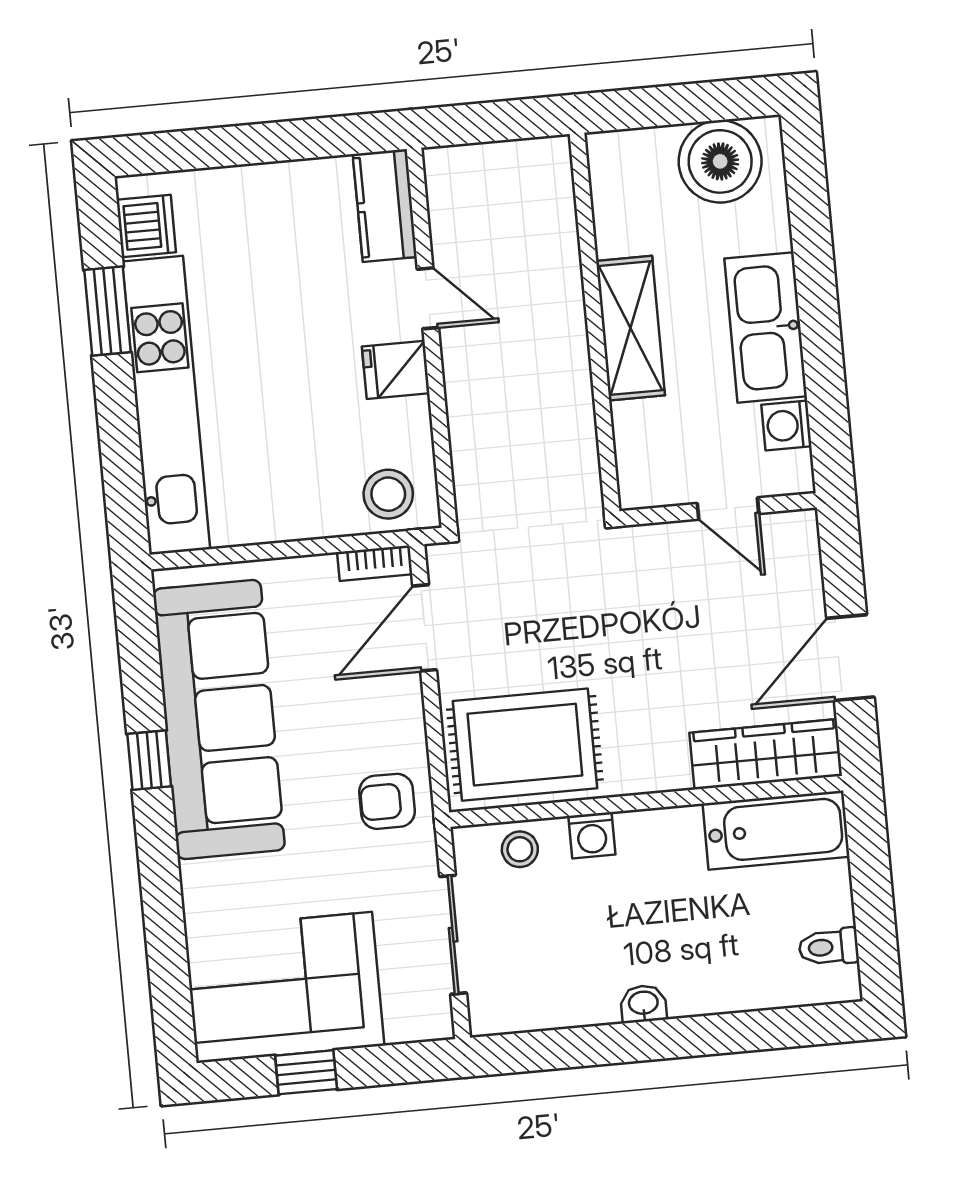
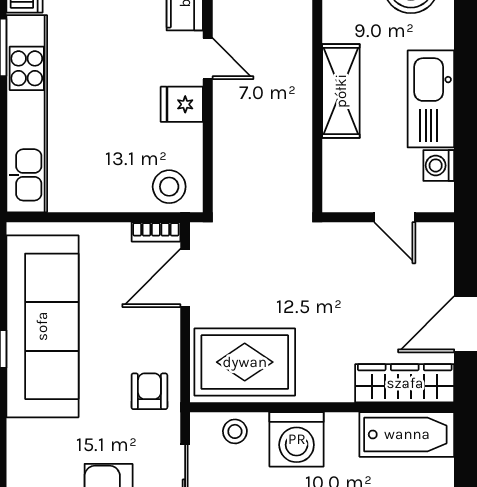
armchair: (387, 801) -> (149, 391), turned 90
washing machine: (592, 835) -> (297, 439), width x1.89, depth x1.89

